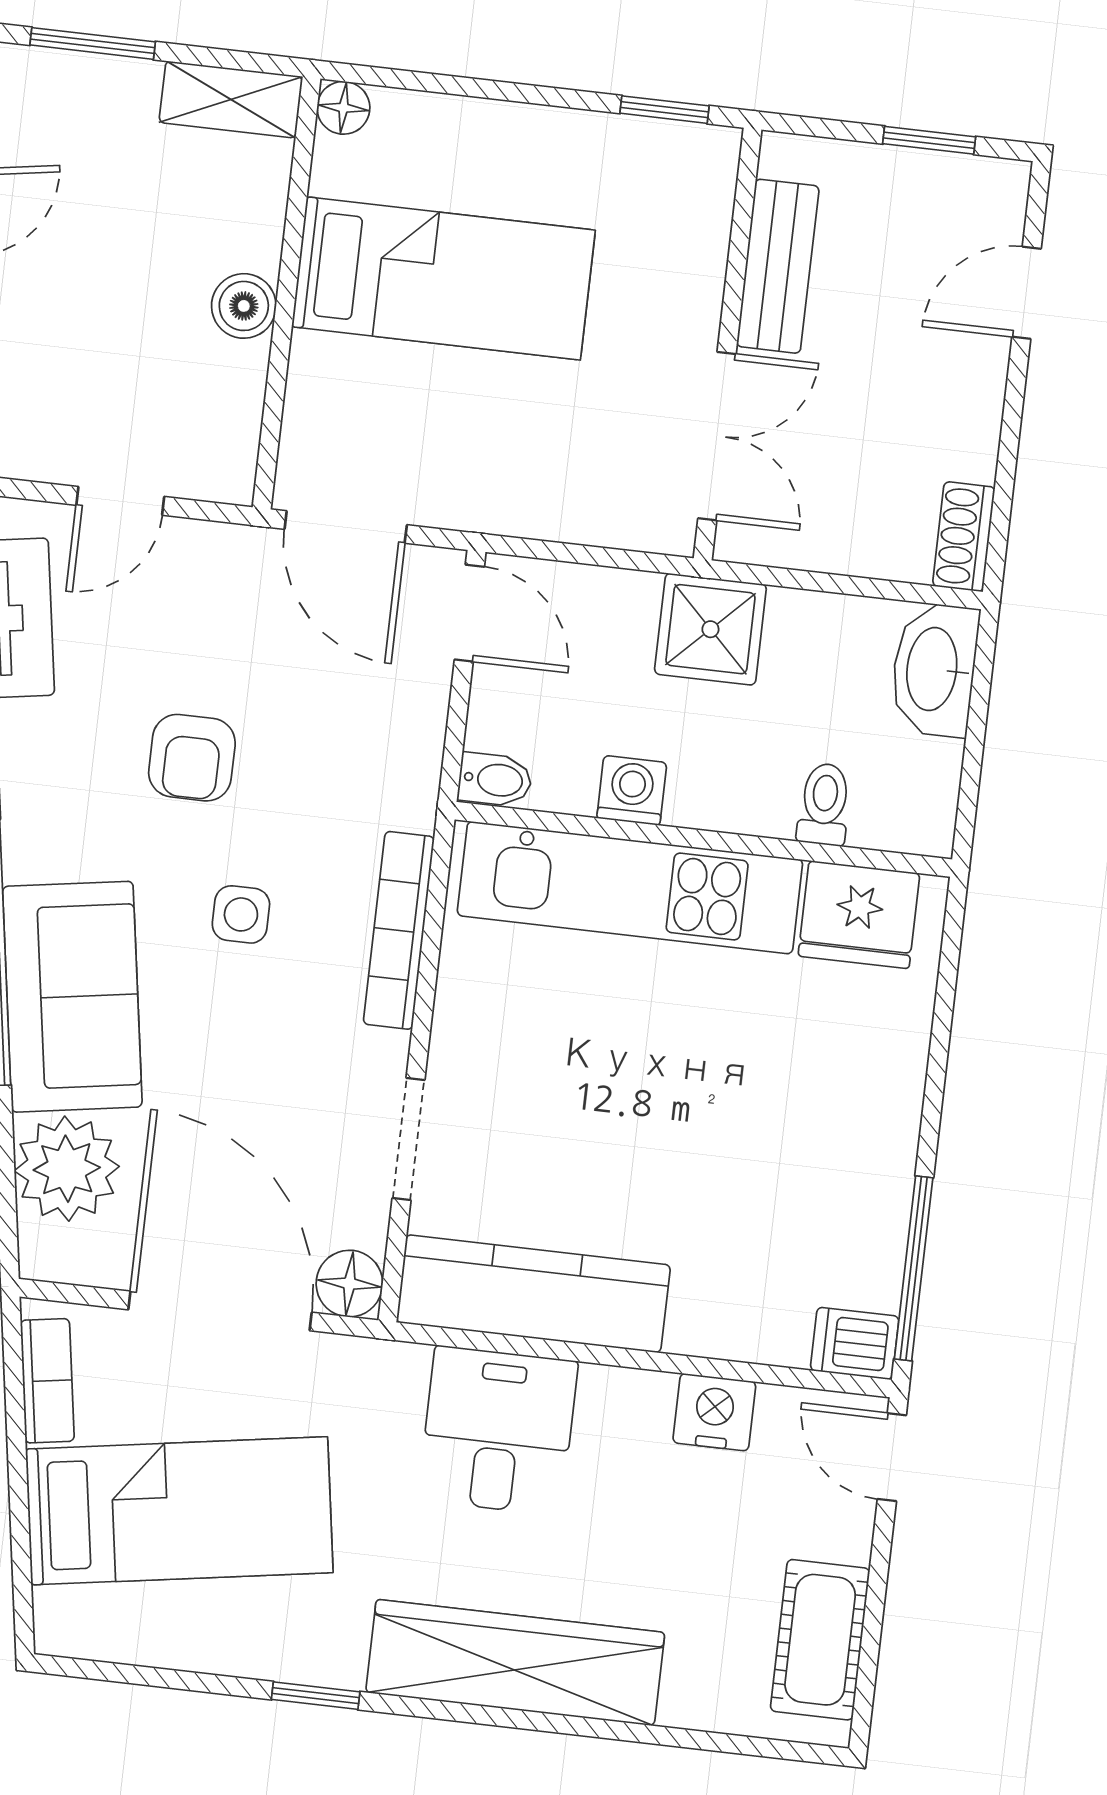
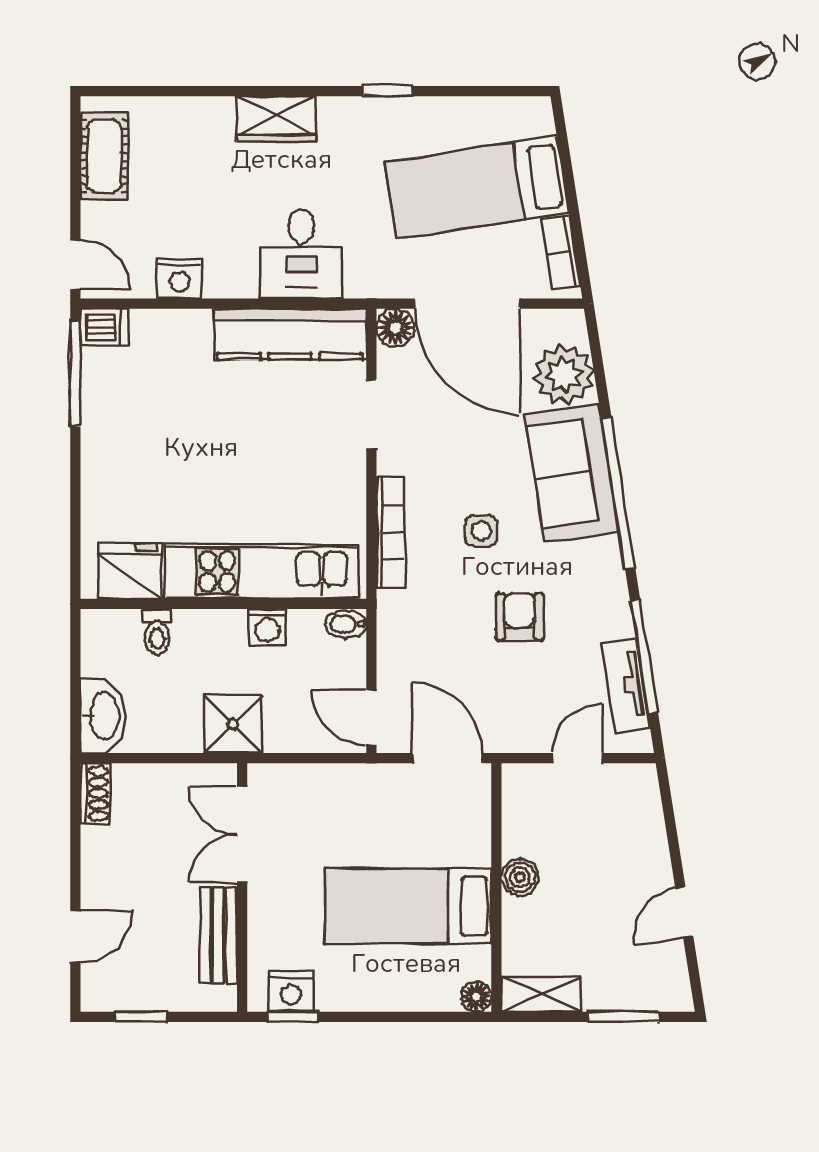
nightstand: (664, 154) -> (291, 991), added
wardrobe: (515, 1663) -> (276, 119), width x0.48, depth x0.85

